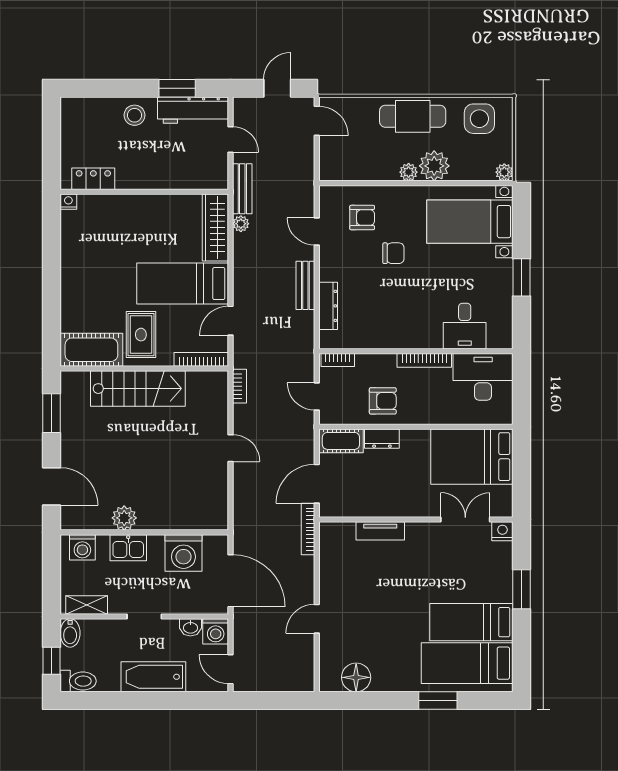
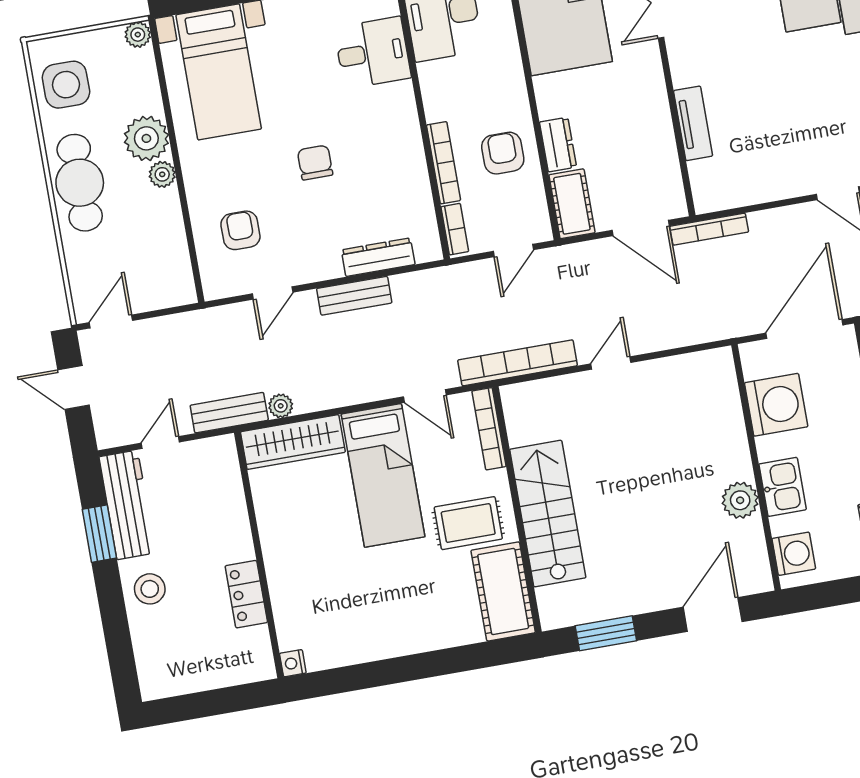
locker: (93, 179) -> (246, 594), moved
chair: (393, 253) -> (315, 163), moved
bookcase: (424, 360) -> (444, 163), moved
bookcase: (240, 386) -> (518, 363), width x2.31, depth x1.31

